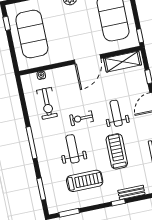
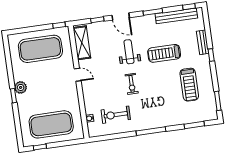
door: (88, 59) -> (78, 75), width x0.53
exercise bike: (47, 103) -> (116, 115), turned 180
weight bench: (116, 113) -> (129, 52), turned 90
weight bench: (72, 149) -> (159, 94), removed
treadmill: (85, 181) -> (189, 85), turned 180

